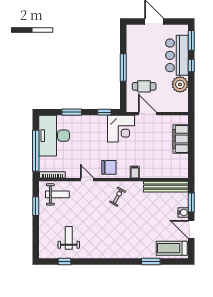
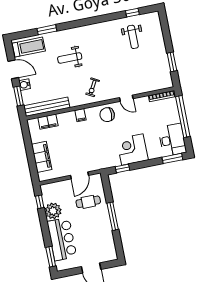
window: (191, 66) -> (40, 202), moved
window: (72, 112) -> (172, 158), moved
door: (147, 114) -> (79, 175), hinge flipped
corner desk: (121, 129) -> (132, 149), moved
desk: (54, 136) -> (172, 140), width x0.73, depth x0.77
filing cabinet: (168, 172) -> (48, 122), added
weight bench: (57, 194) -> (70, 58), moved

